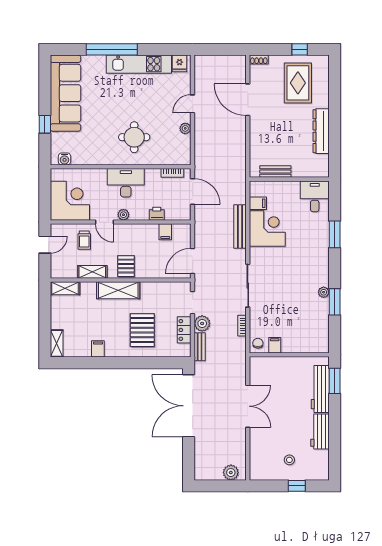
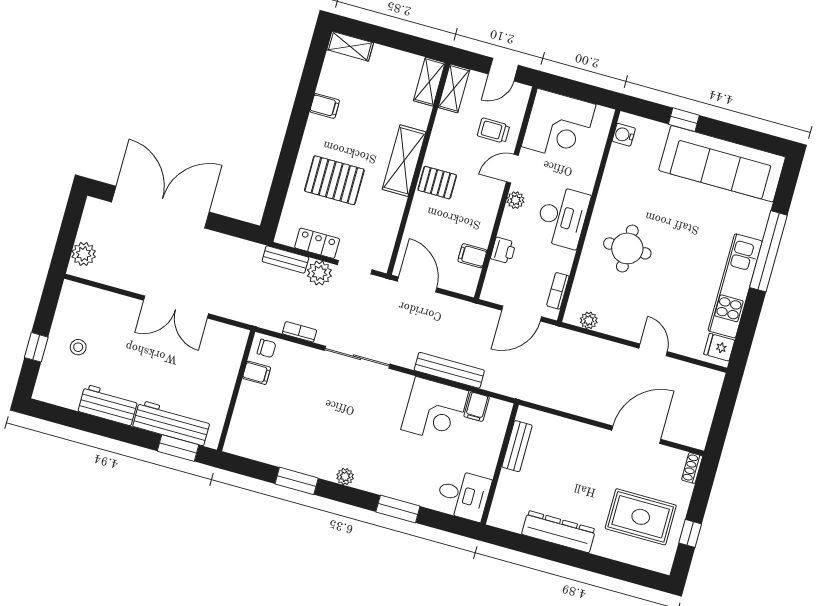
plant: (185, 128) -> (589, 320), moved
door: (45, 245) -> (503, 70), hinge flipped
shelving: (92, 272) -> (454, 88), moved
plant: (324, 292) -> (345, 477), moved
double door: (189, 406) -> (160, 207), moved

